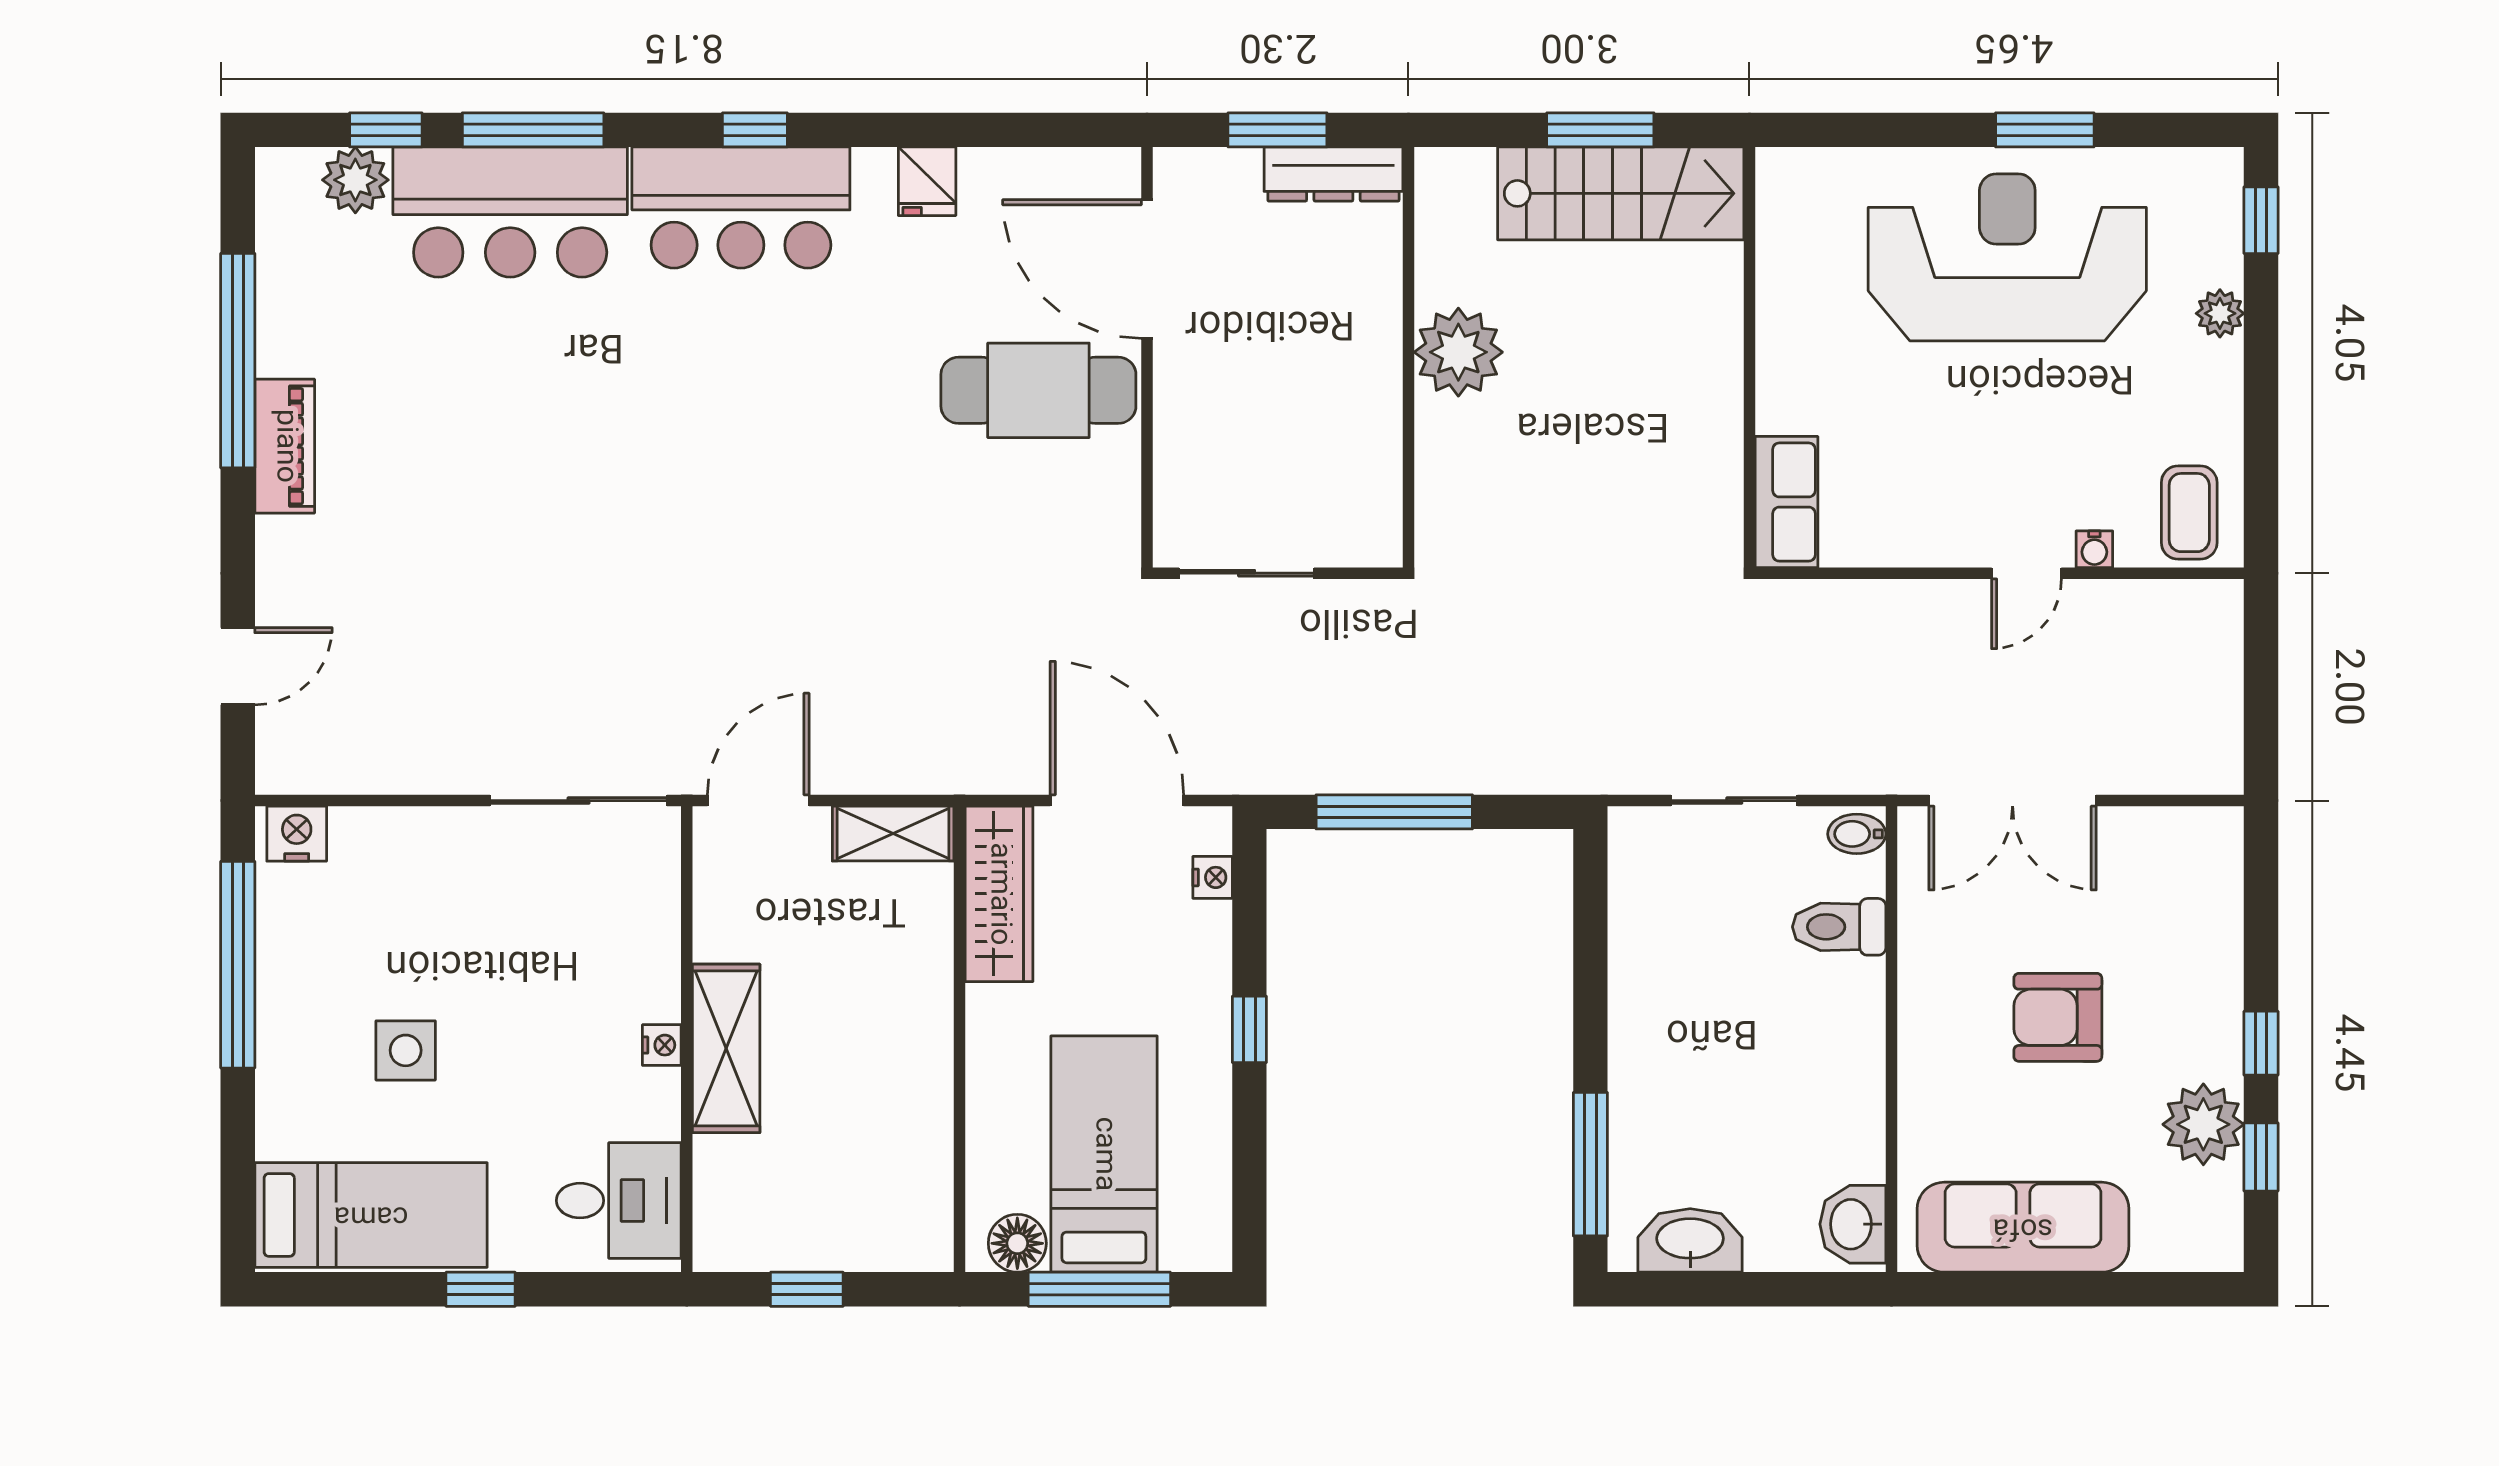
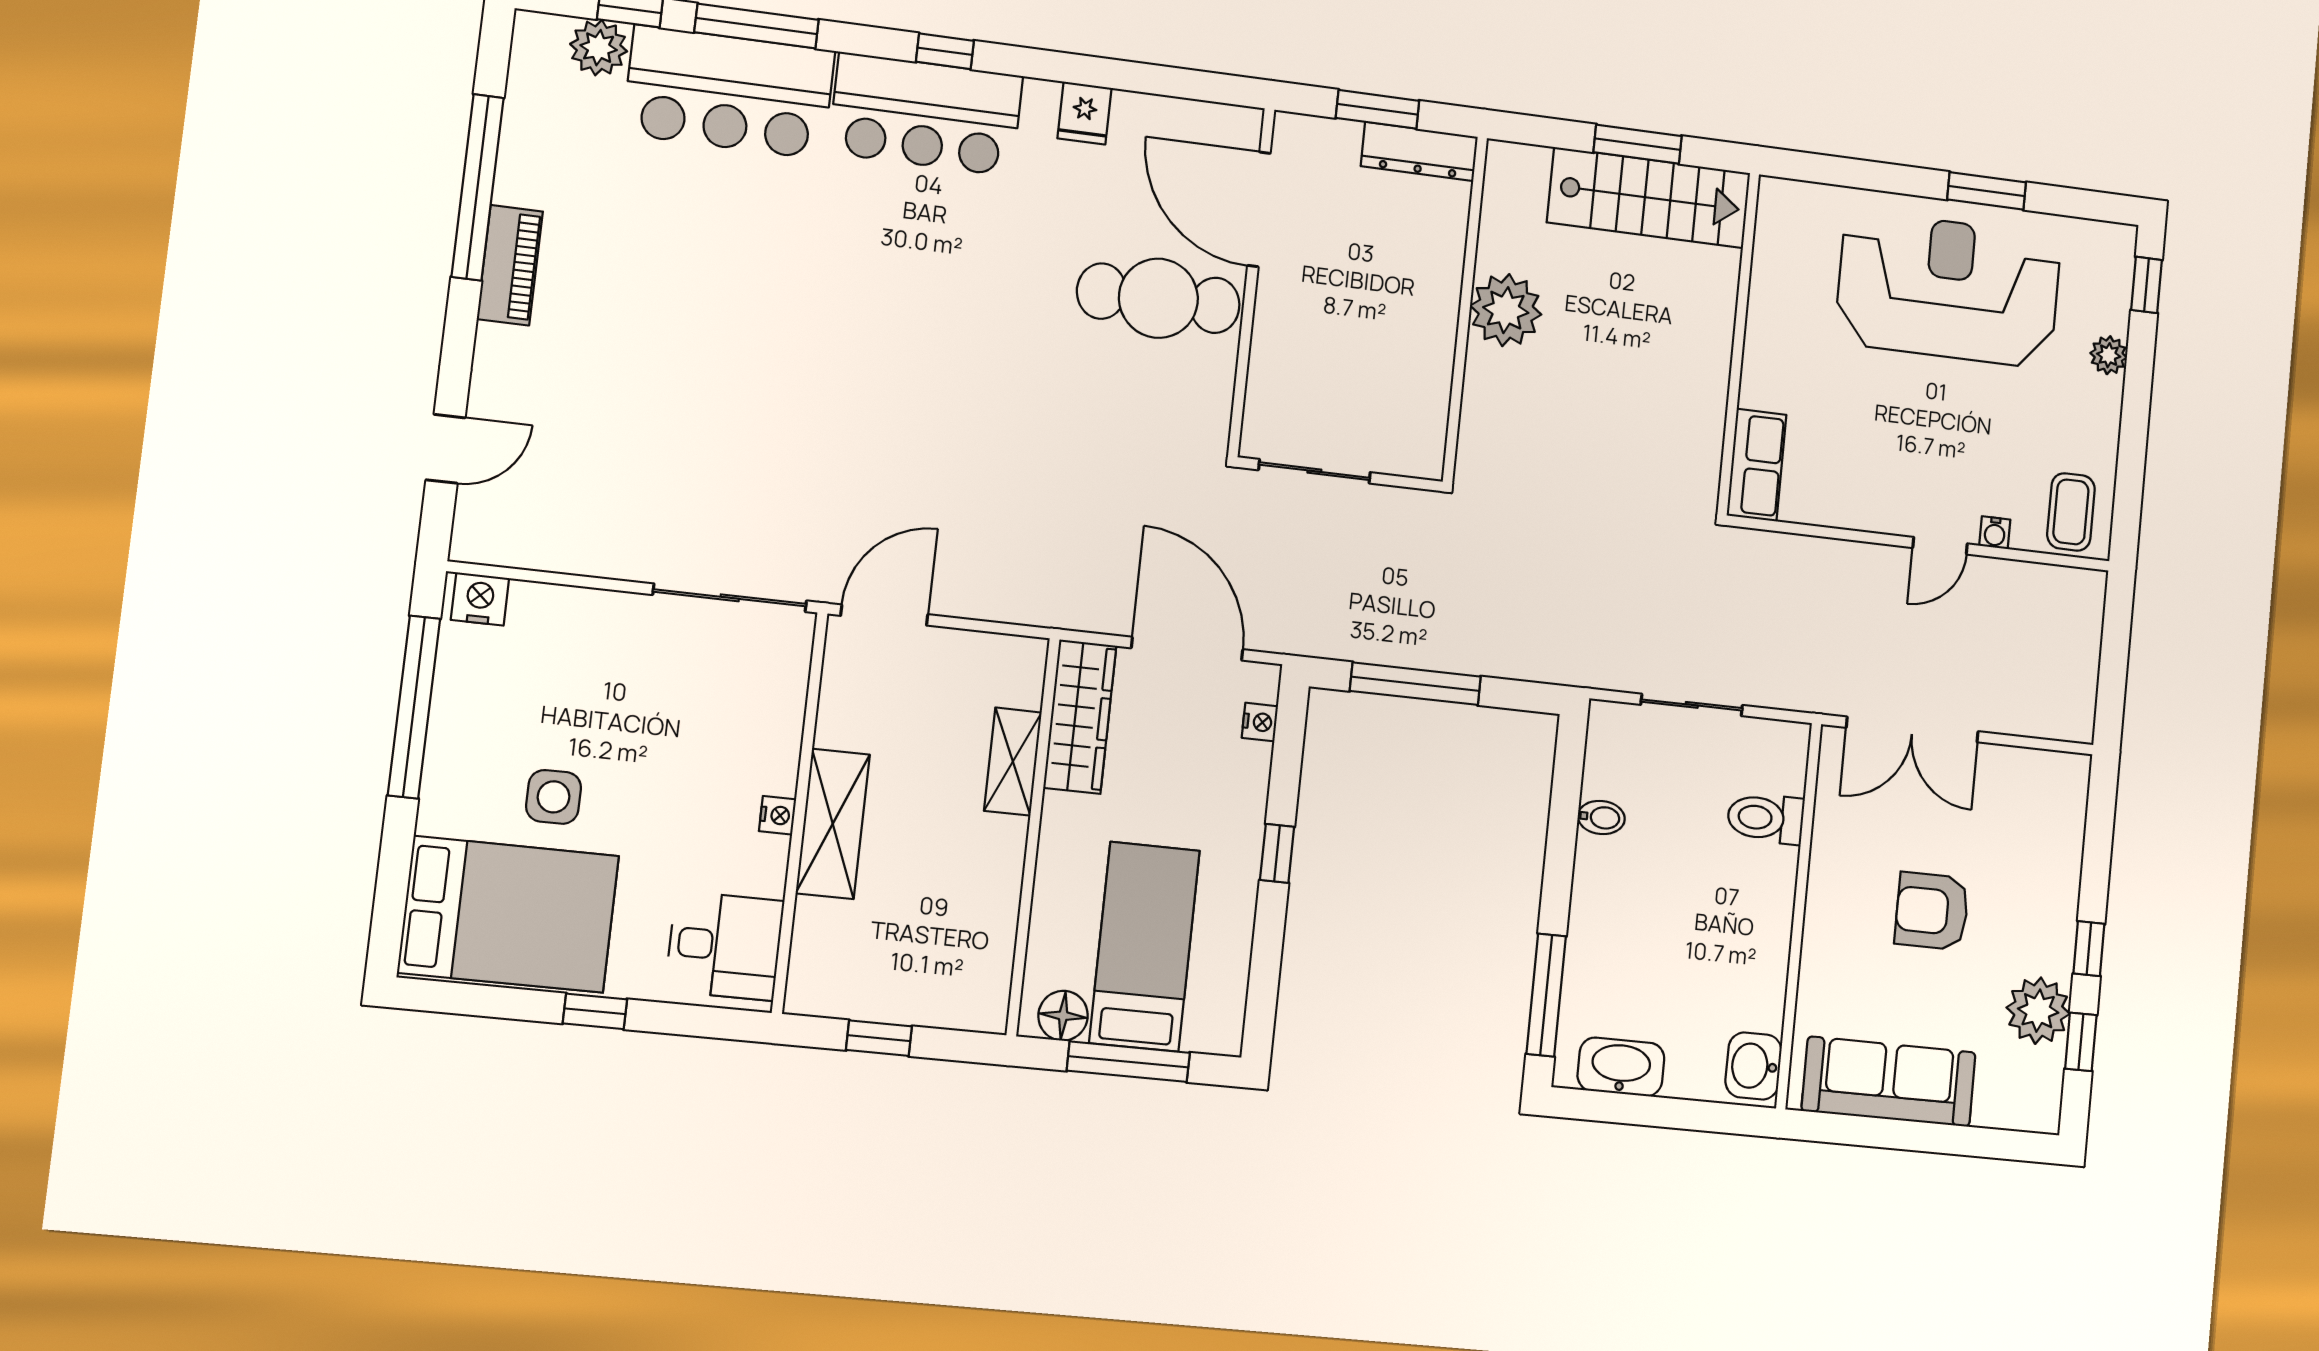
shelving: (893, 834) -> (1013, 762), moved, turned 90
bidet: (1857, 834) -> (1601, 817), moved, turned 180
bed: (371, 1215) -> (509, 914), width x1.50

